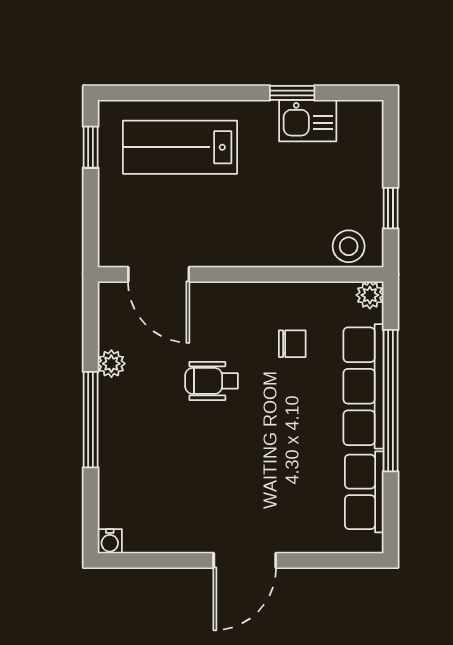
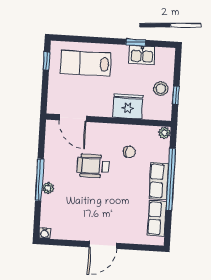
fridge: (283, 240) -> (128, 106), added
stool: (349, 246) -> (161, 89), moved
plant: (111, 364) -> (48, 188), moved
wheelchair: (212, 381) -> (93, 166), width x1.36, depth x1.37
row of seats: (363, 386) -> (159, 181), width x0.68

